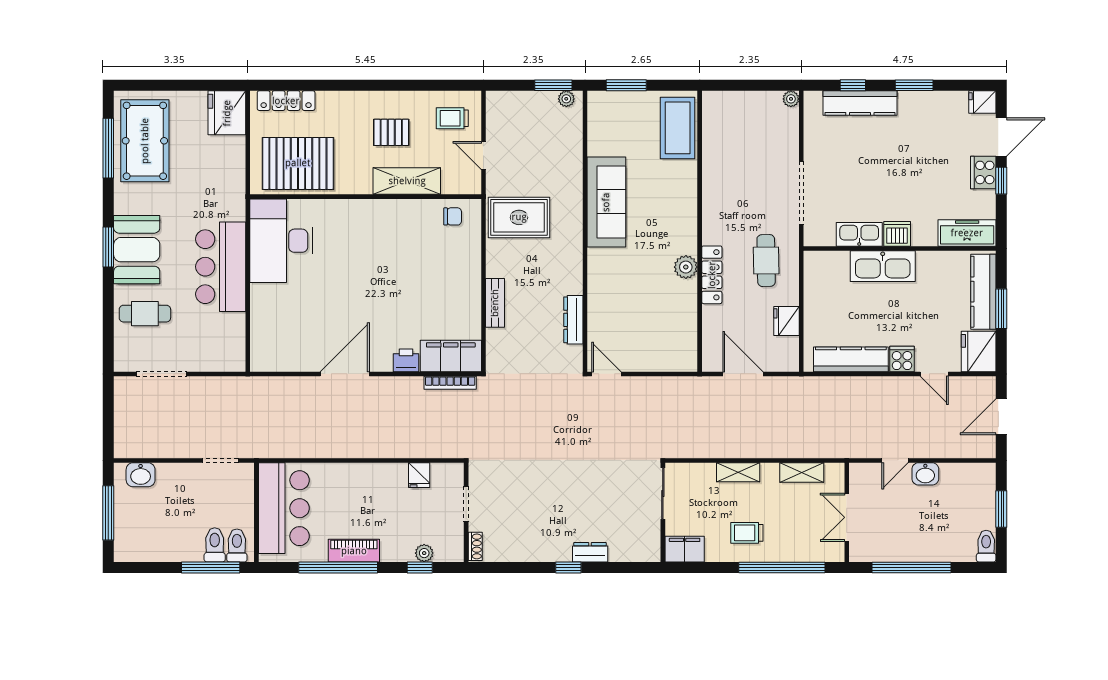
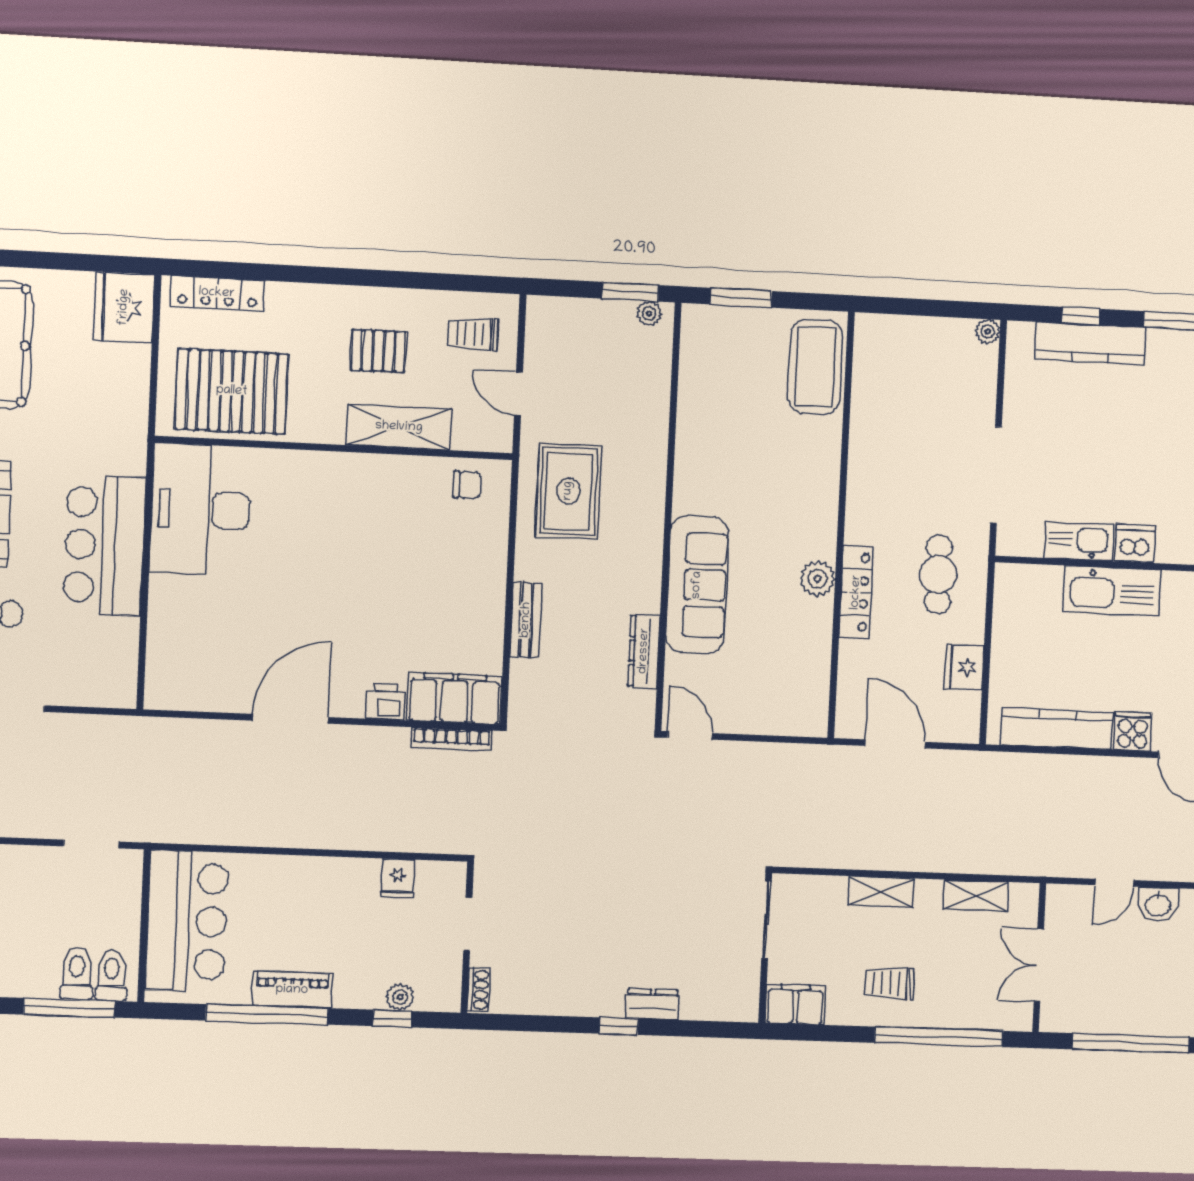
sofa: (606, 202) -> (697, 585), moved
rug: (519, 217) -> (568, 491), turned 90

